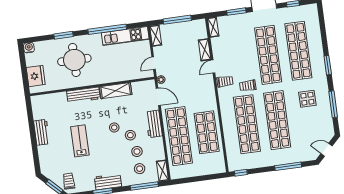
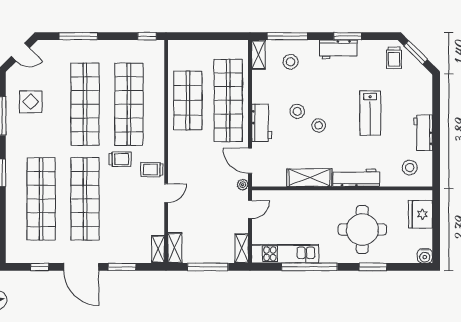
shelving: (205, 50) -> (175, 248), moved
display table: (307, 99) -> (31, 102), moved
stool: (137, 152) -> (410, 168), moved

